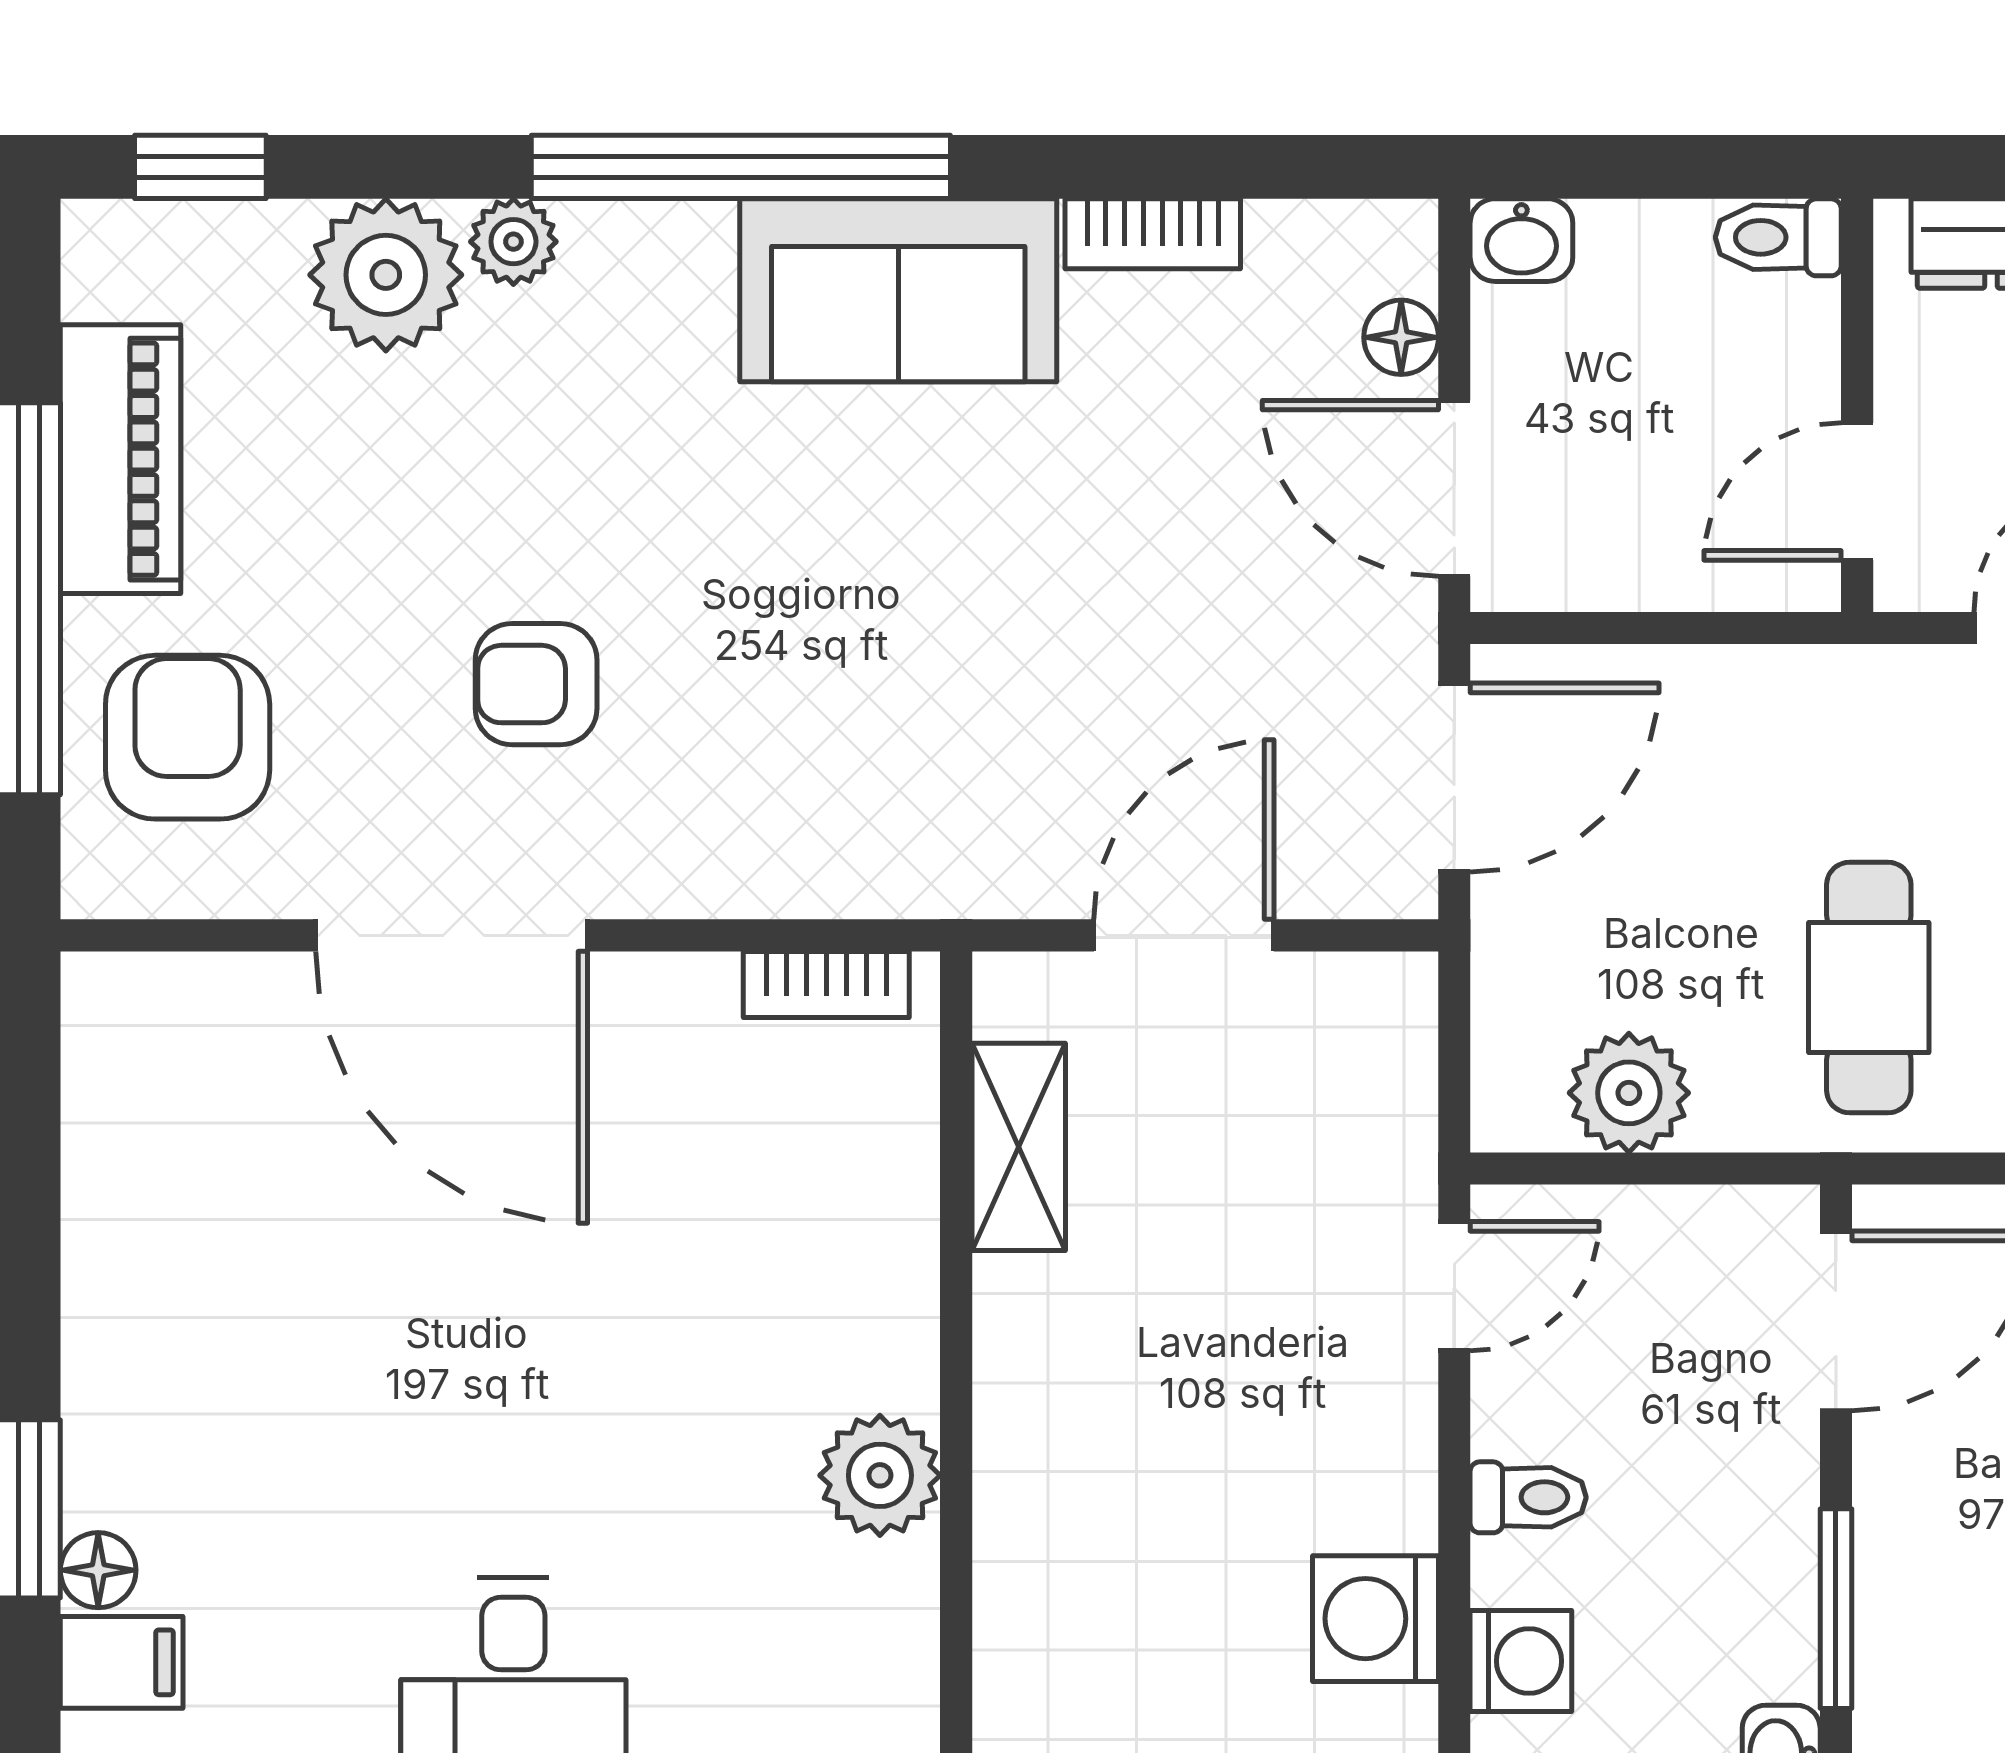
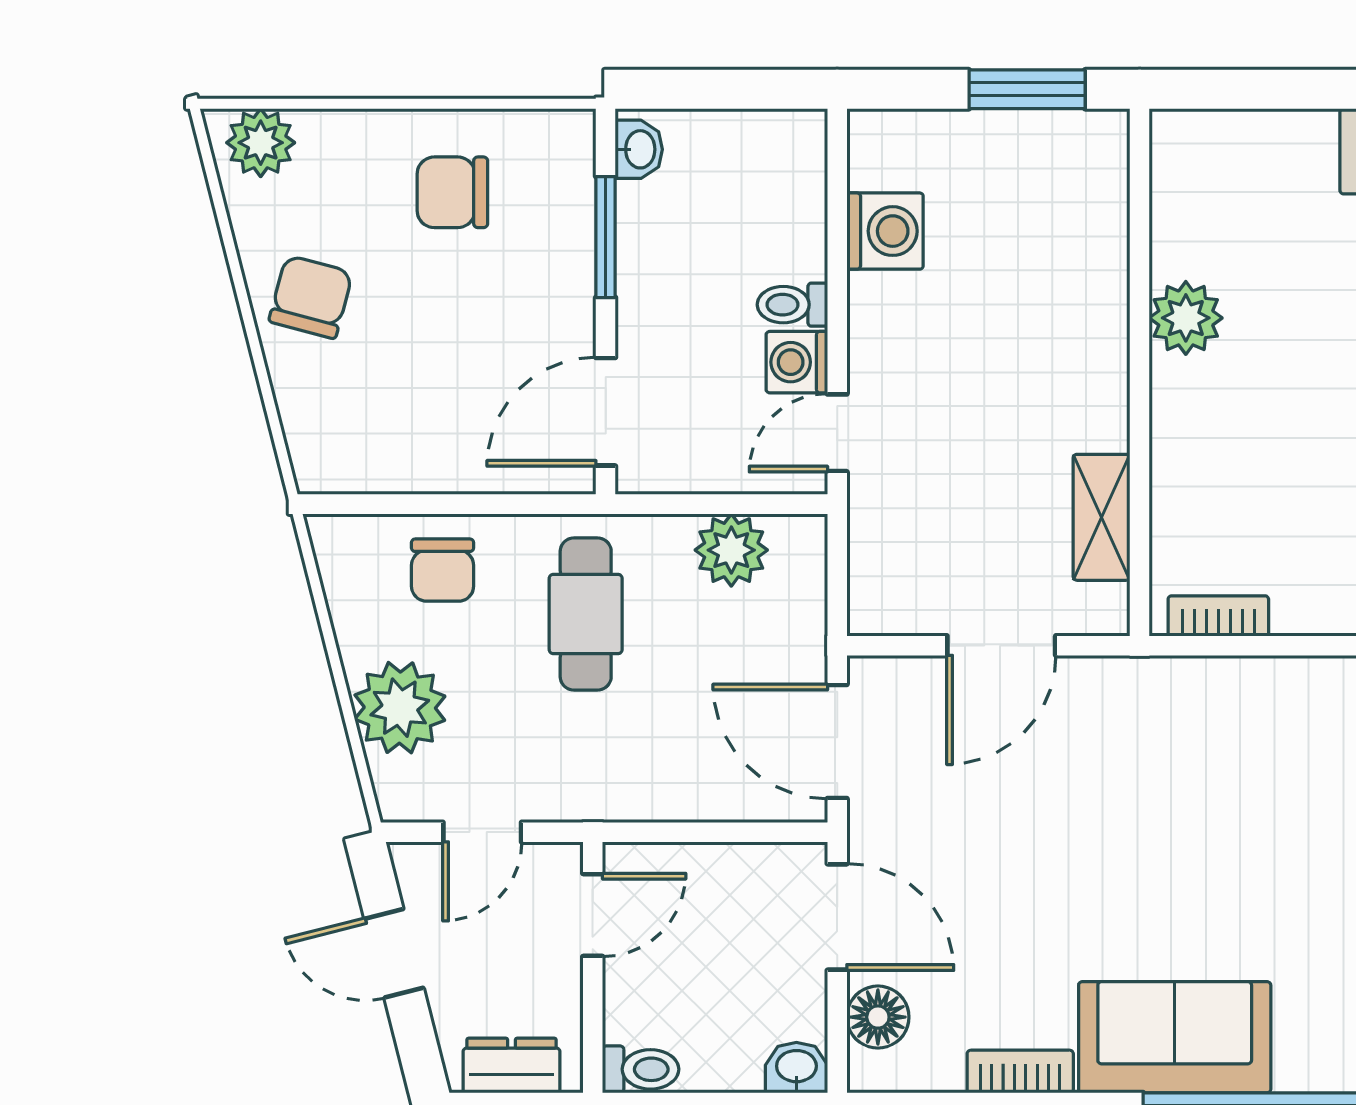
floor lamp: (1401, 337) -> (878, 1017), width x1.37, depth x1.37
door: (1454, 777) -> (837, 742), hinge flipped
washing machine: (1521, 1661) -> (797, 362), moved

